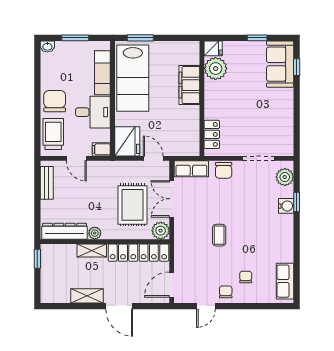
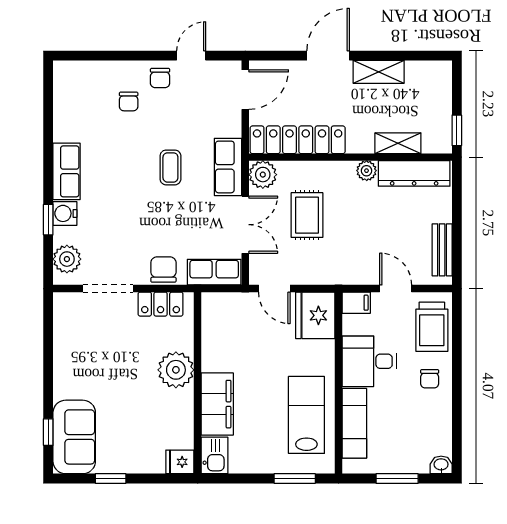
kitchen sink: (191, 52) -> (214, 455), added
plant: (216, 68) -> (176, 370), moved
lab bench: (133, 78) -> (306, 415), width x0.73, depth x0.72
chair: (55, 101) -> (430, 379), width x0.54, depth x0.54
locker: (212, 134) -> (161, 304), moved, turned -90
rug: (132, 205) -> (307, 215), width x0.73, depth x0.70
row of seats: (183, 235) -> (228, 167), added
shelving: (92, 251) -> (398, 143), moved
row of seats: (285, 281) -> (67, 171), moved
door: (119, 306) -> (328, 56), hinge flipped

